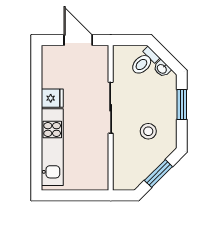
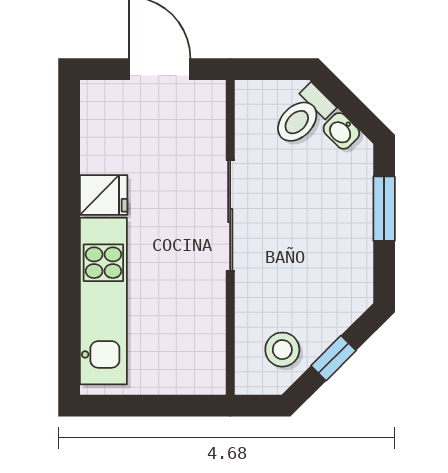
stool: (148, 131) -> (282, 350), moved
window: (158, 174) -> (334, 358), width x0.67

